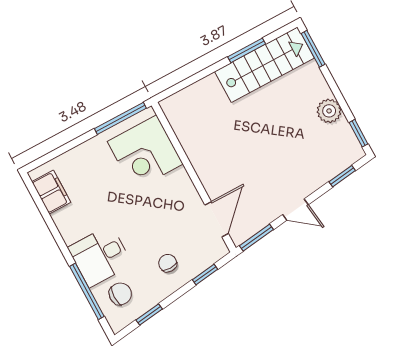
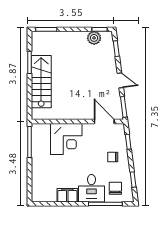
stairs: (264, 65) -> (41, 82), moved
plant: (329, 111) -> (94, 38), moved
corner desk: (145, 153) -> (66, 139), moved
filing cabinet: (51, 192) -> (67, 195), moved
door: (295, 210) -> (120, 80), hinge flipped

